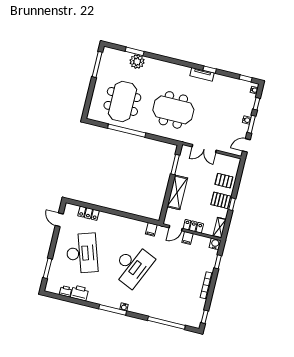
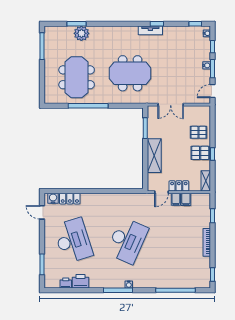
filing cabinet: (151, 229) -> (186, 199), moved
water cooler: (215, 244) -> (53, 198), moved

